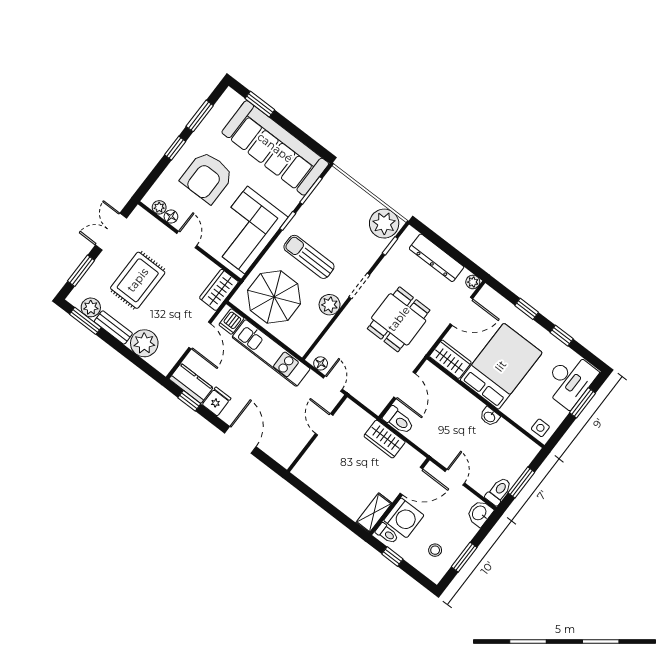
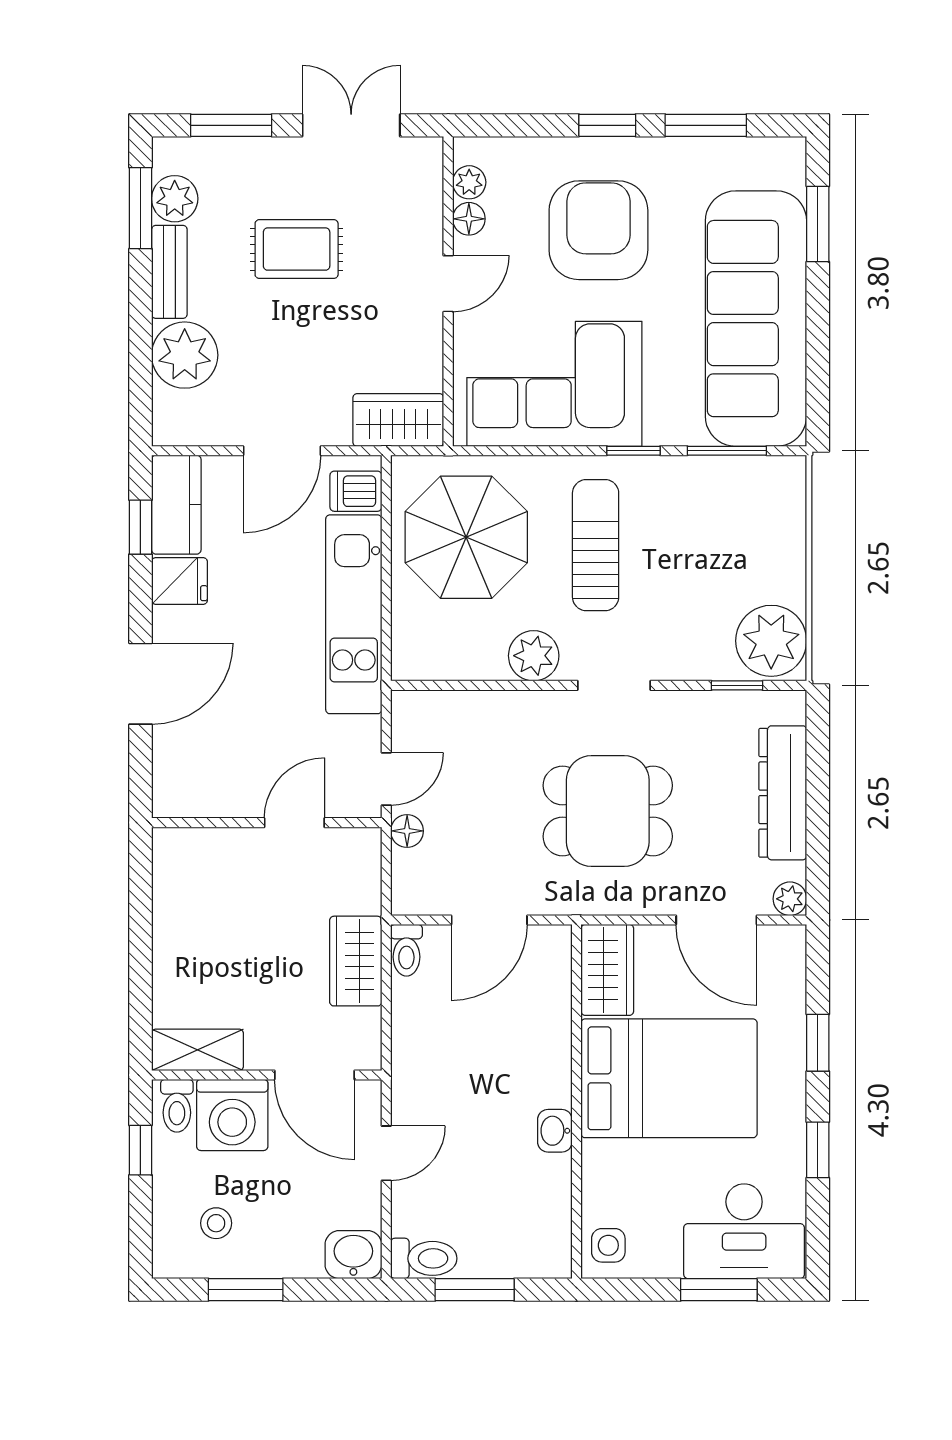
armchair: (207, 177) -> (598, 230), turned 90
rug: (138, 280) -> (297, 249), width x0.73, depth x0.70
floor lamp: (321, 363) -> (407, 831), moved
toilet: (398, 420) -> (406, 950), width x0.73, depth x0.72

